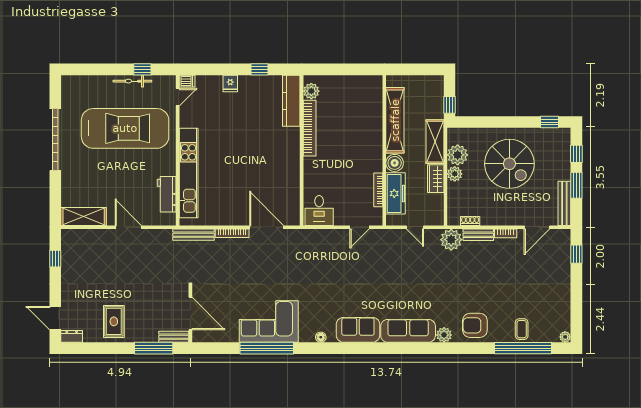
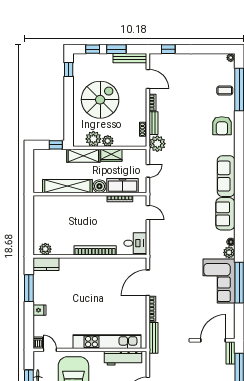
window: (259, 69) -> (29, 288), width x2.17
kitchen counter: (291, 101) -> (46, 264), width x0.67
bookcase: (310, 128) -> (95, 250), moved
workbench: (167, 194) -> (123, 358), width x1.38
plant: (444, 335) -> (229, 252), moved

